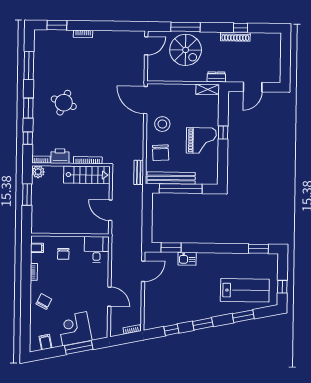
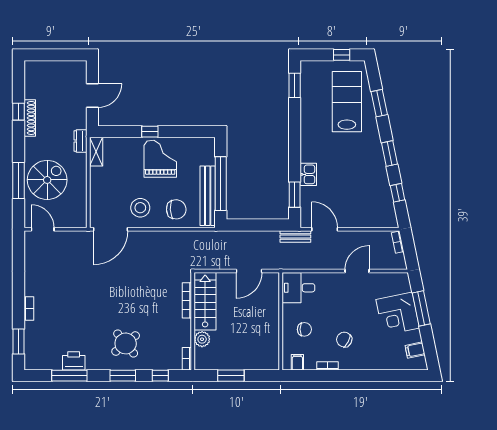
door: (253, 87) -> (92, 95), hinge flipped
round table: (64, 103) -> (126, 343), moved, turned 30
printer: (60, 156) -> (74, 361), moved, turned 90
plant: (38, 172) -> (202, 339), moved
bench: (139, 172) -> (295, 236), moved
chair: (44, 301) -> (344, 340), moved

